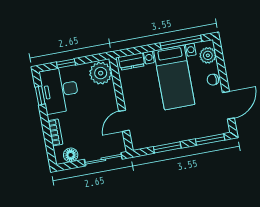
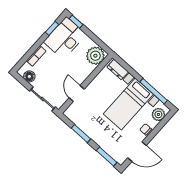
window: (66, 64) -> (76, 22), moved
door: (124, 121) -> (77, 93), hinge flipped

